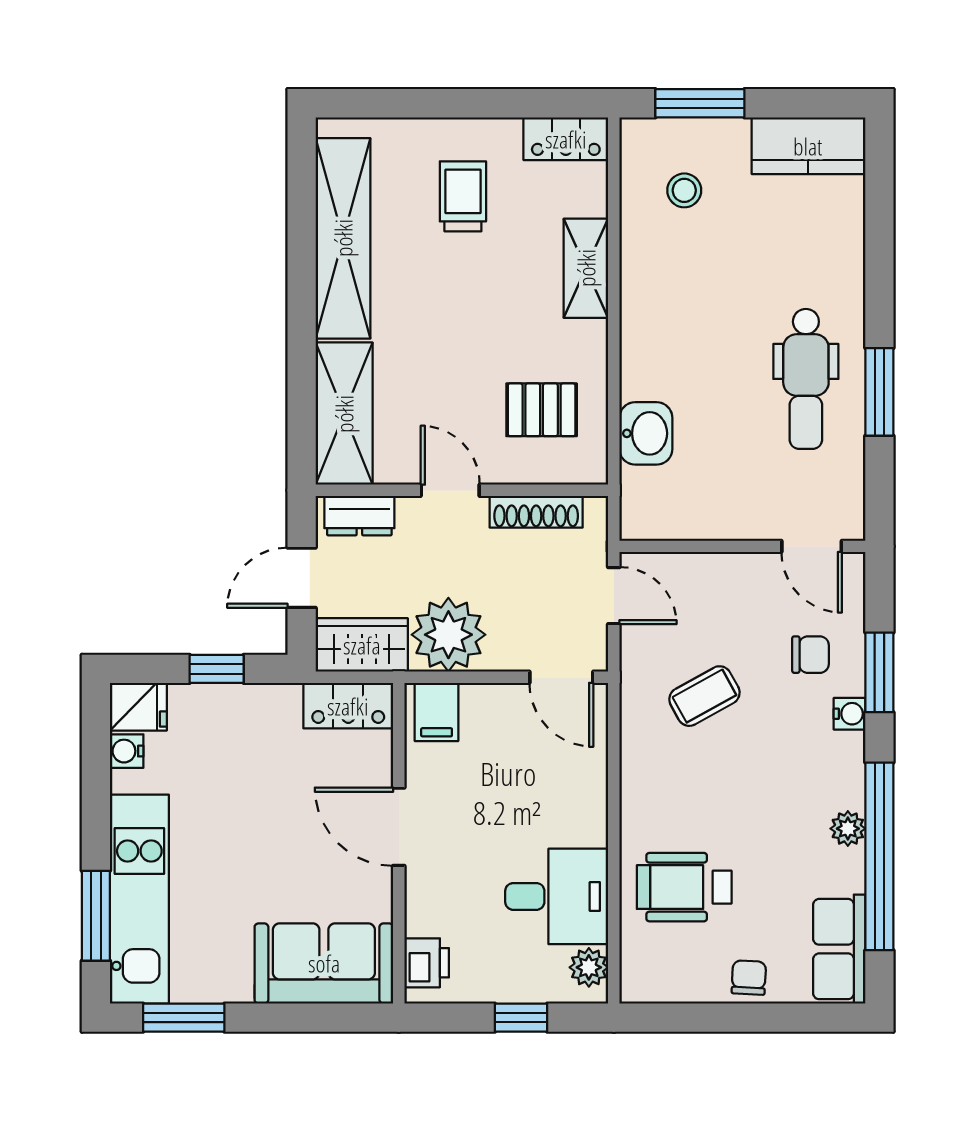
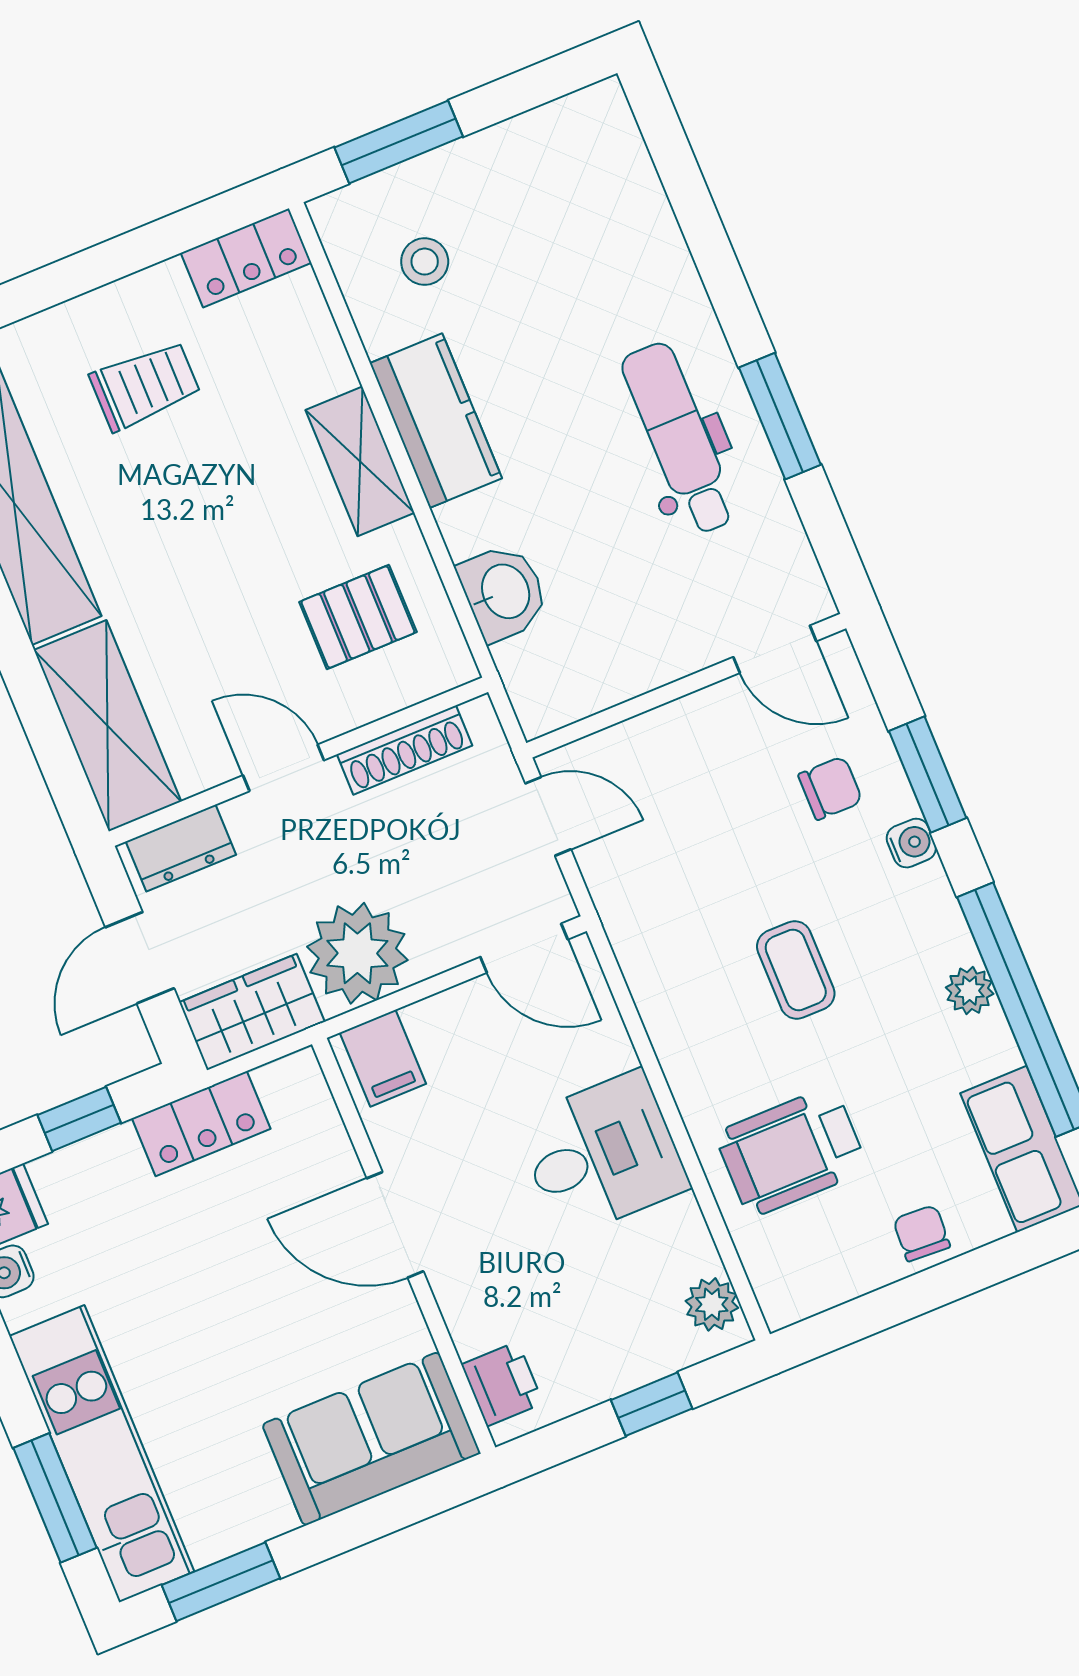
kitchen counter: (808, 146) -> (436, 421), moved, turned -90
trolley: (463, 196) -> (145, 386), turned 90
shelving: (586, 268) -> (360, 461), moved
dental chair: (806, 379) -> (679, 438), turned 180
coffee table: (704, 696) -> (796, 970), moved, turned -61
locker: (348, 706) -> (201, 1124), moved
desk: (557, 896) -> (602, 1154), moved

